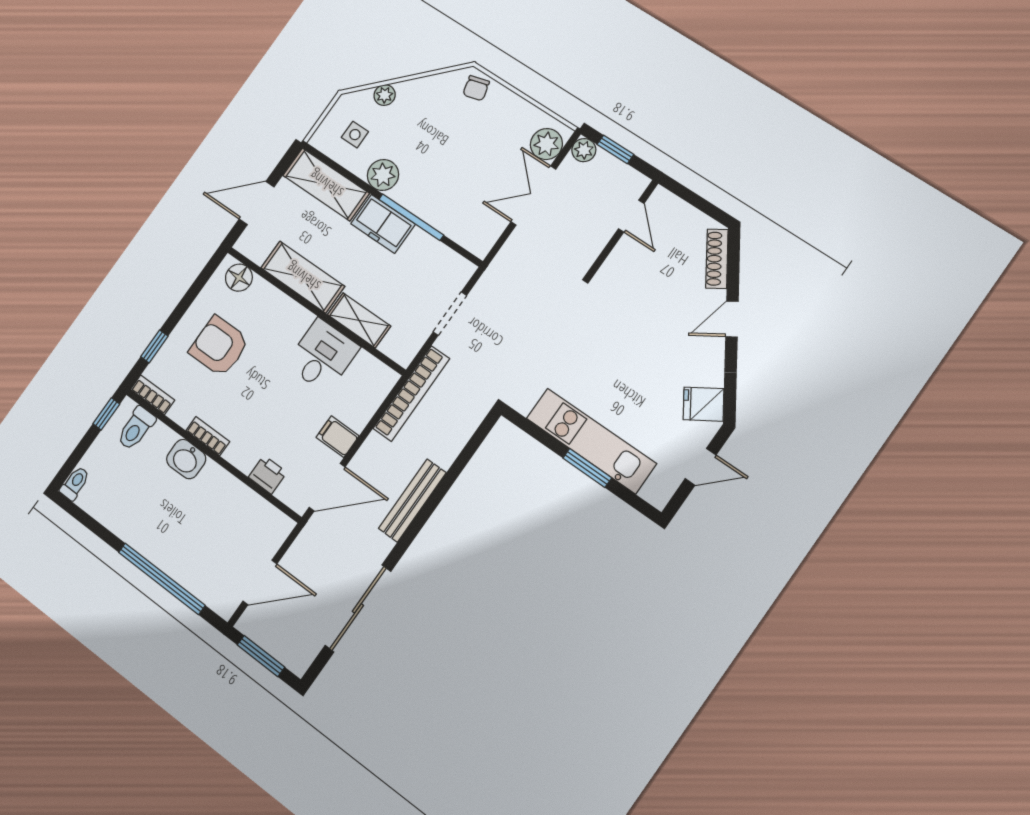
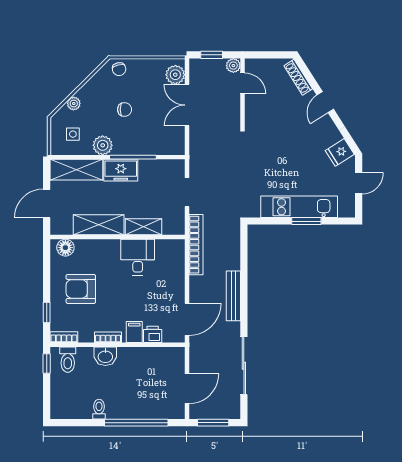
chair: (445, 147) -> (125, 110), added
plant: (584, 150) -> (233, 66), moved
filing cabinet: (338, 437) -> (134, 332), moved, turned 90
toilet: (75, 483) -> (99, 409), moved

